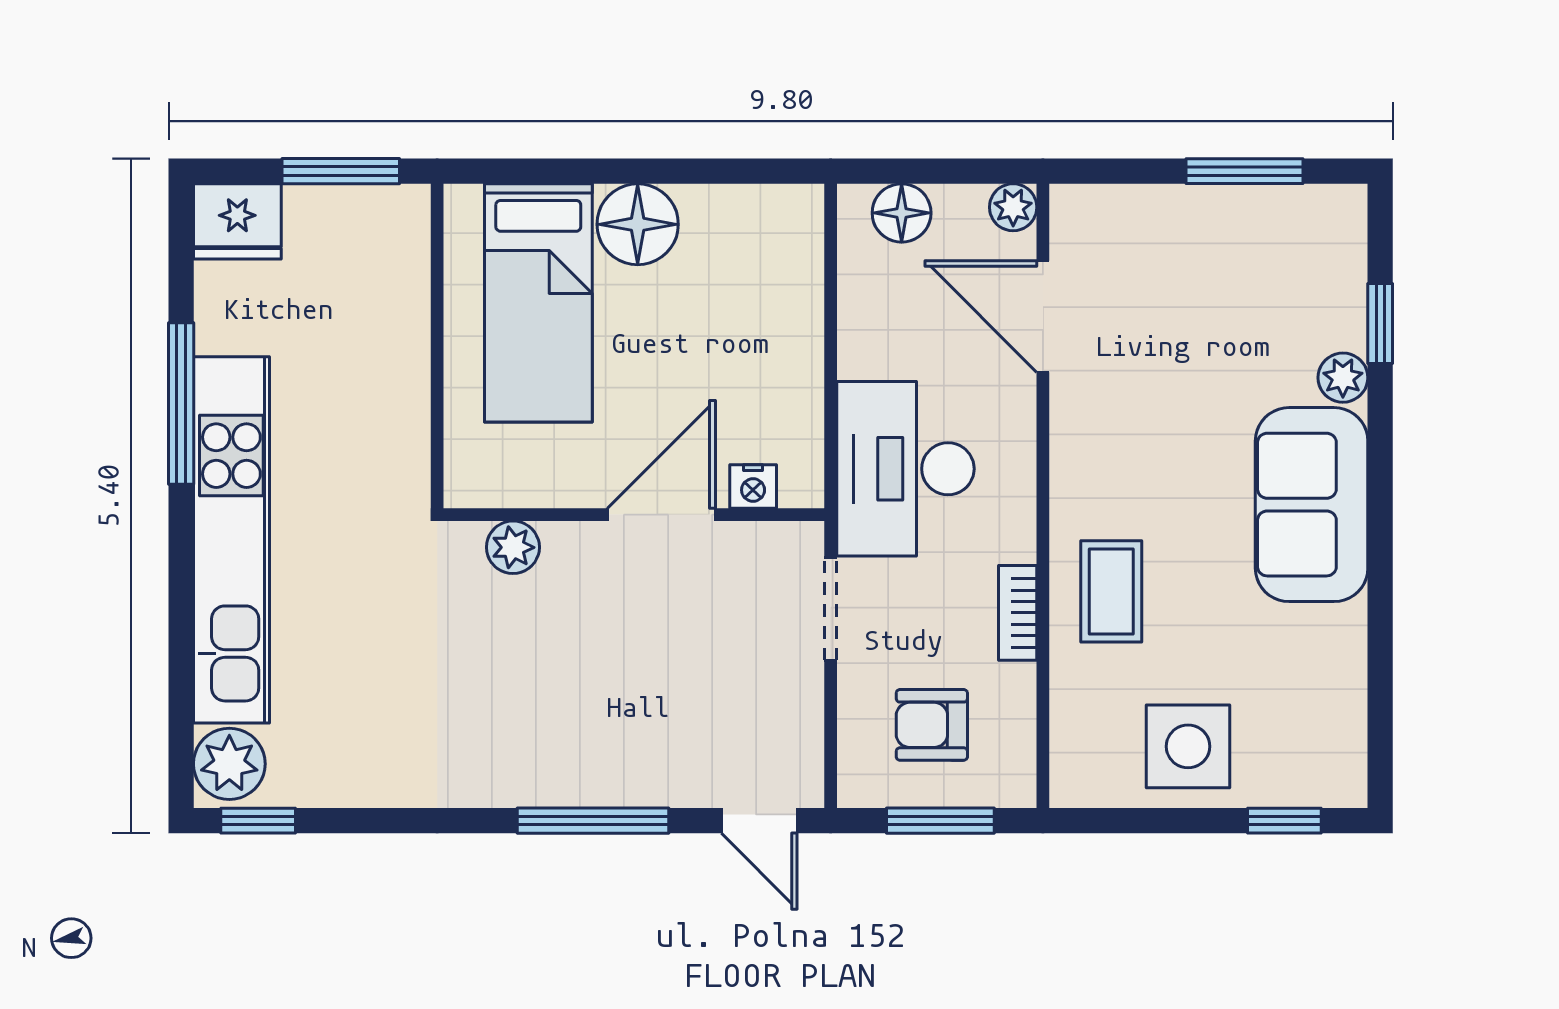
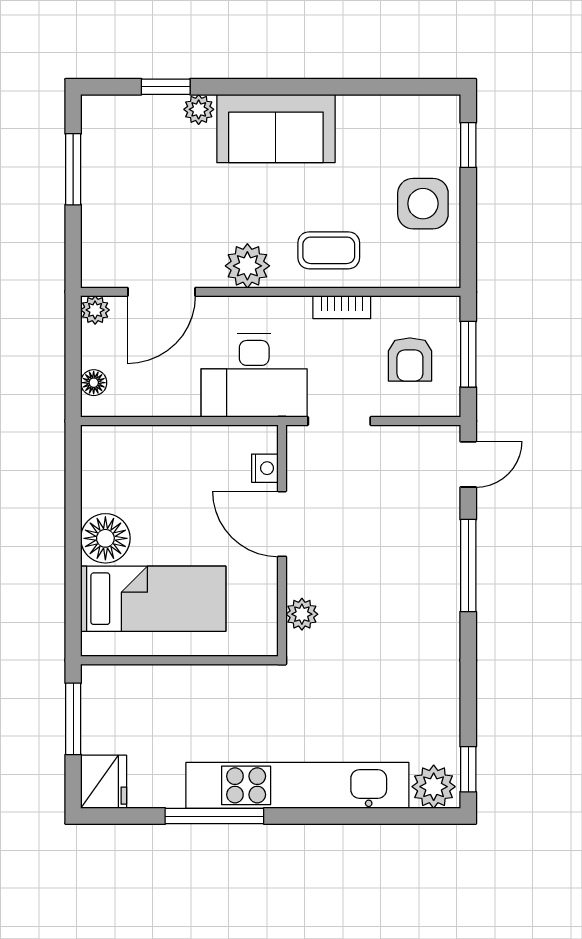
floor lamp: (902, 213) -> (94, 383), width x0.73, depth x0.73
plant: (1086, 458) -> (247, 266), added

